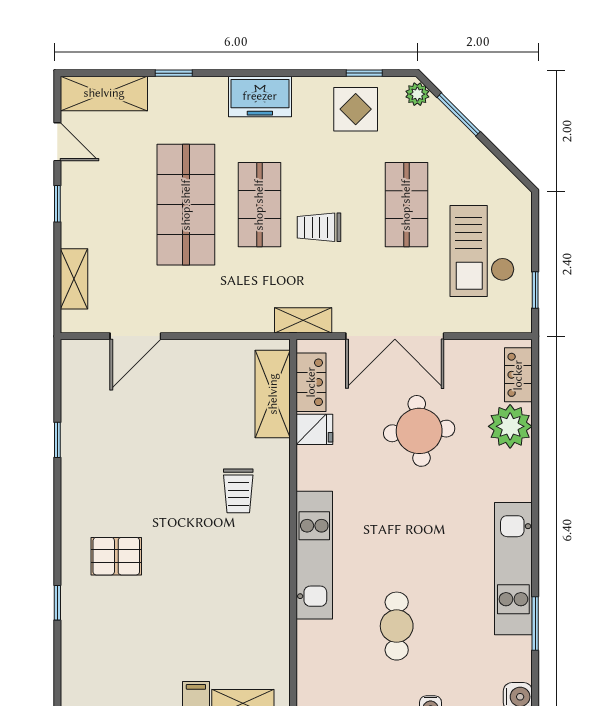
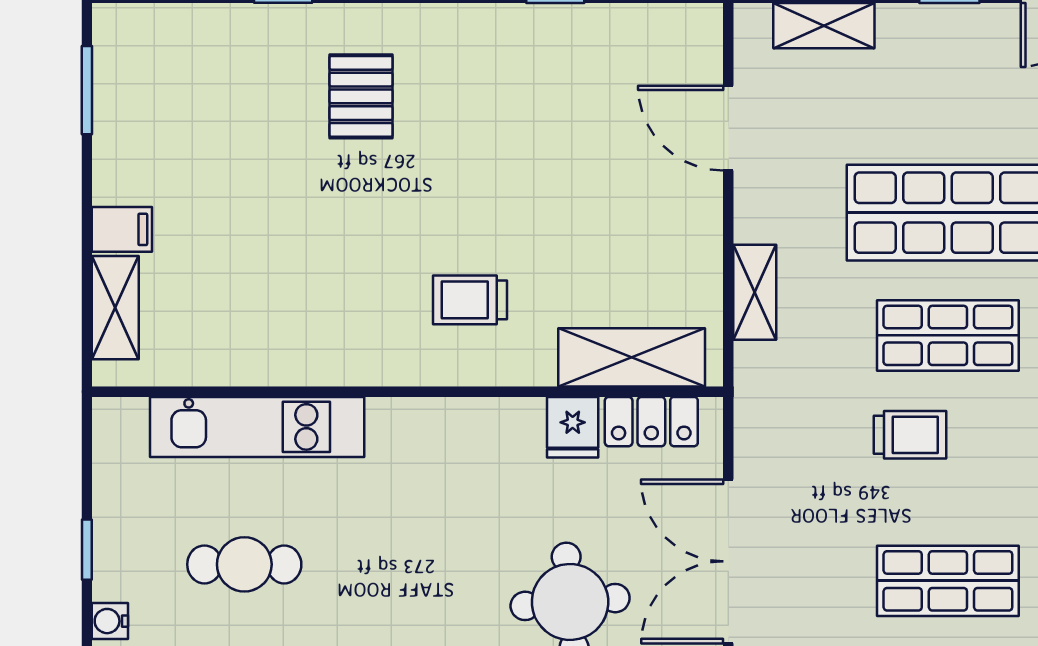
trolley: (319, 227) -> (910, 435), turned 90
shelving: (303, 320) -> (755, 292), moved
kitchen unit: (314, 555) -> (257, 427), moved

